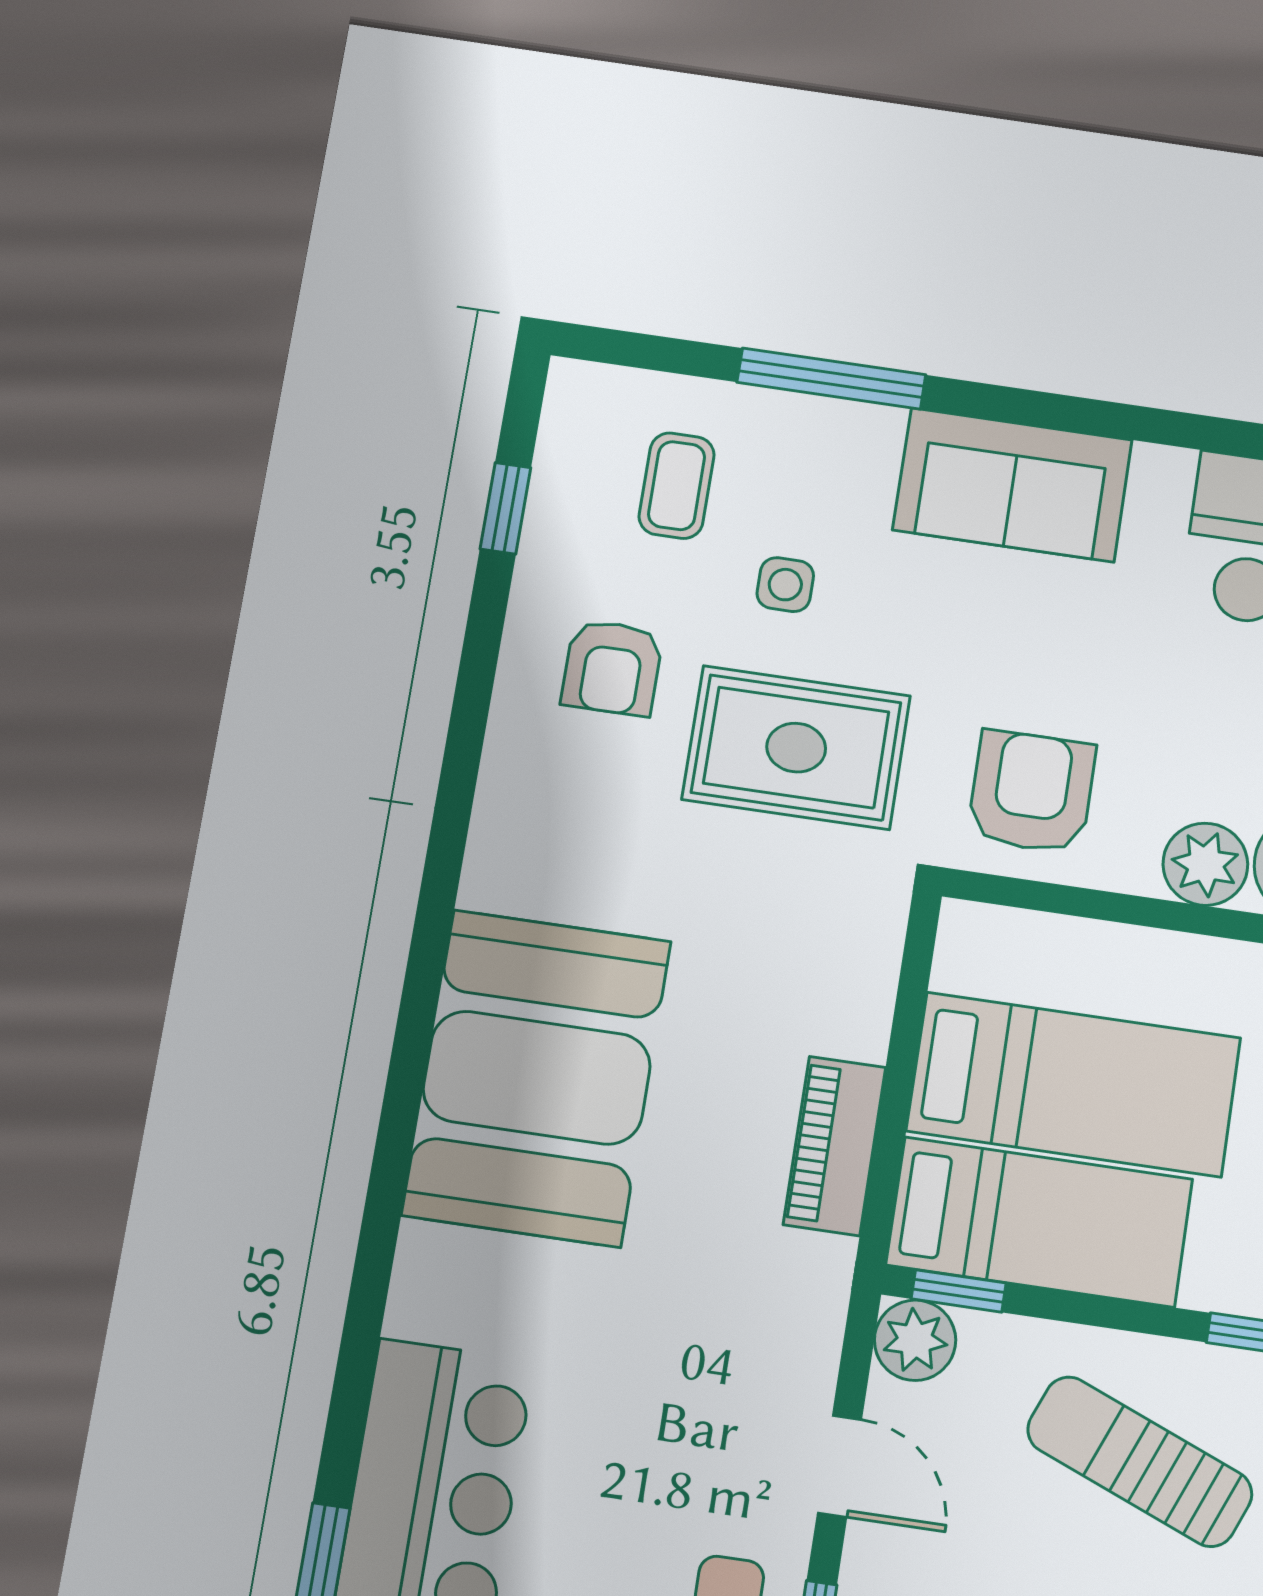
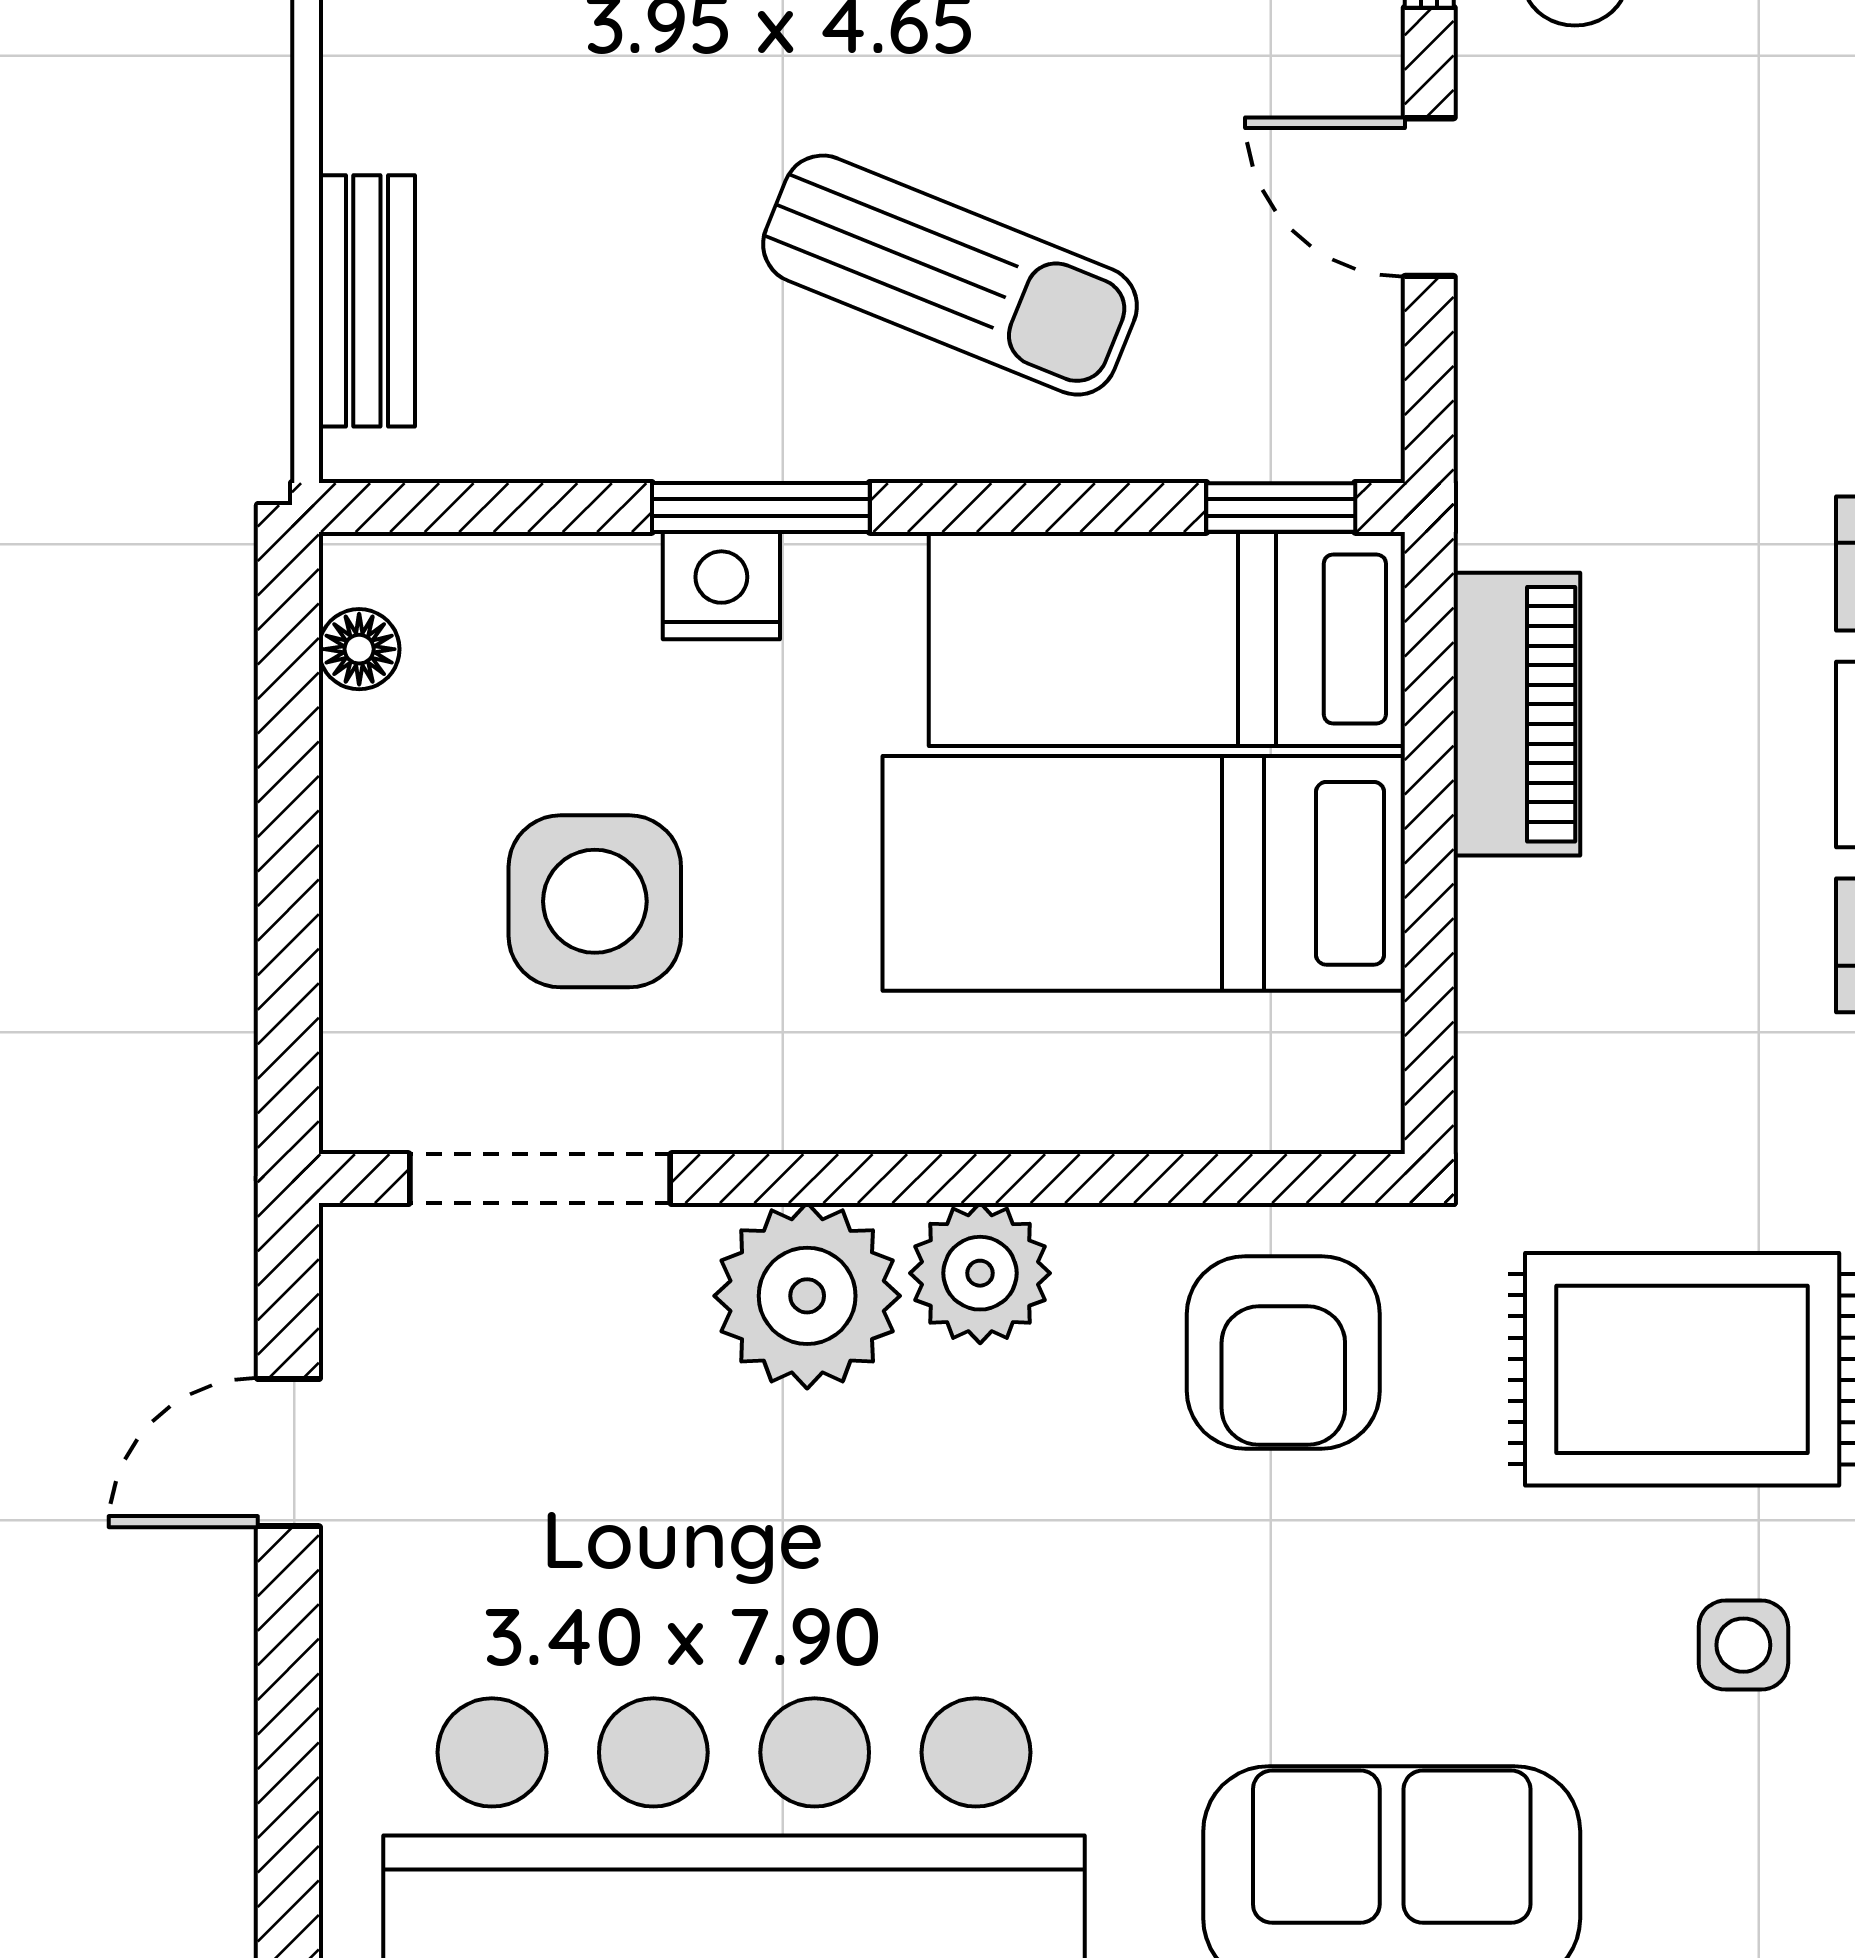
plant: (915, 1340) -> (1339, 417), removed

